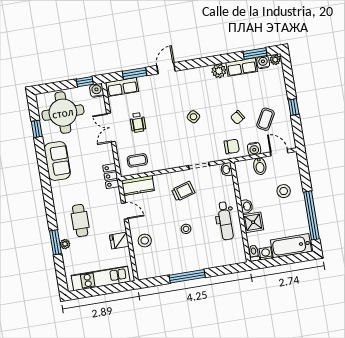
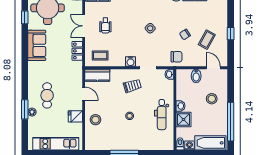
water cooler: (254, 149) -> (131, 61), moved
locker: (111, 176) -> (77, 51), moved

